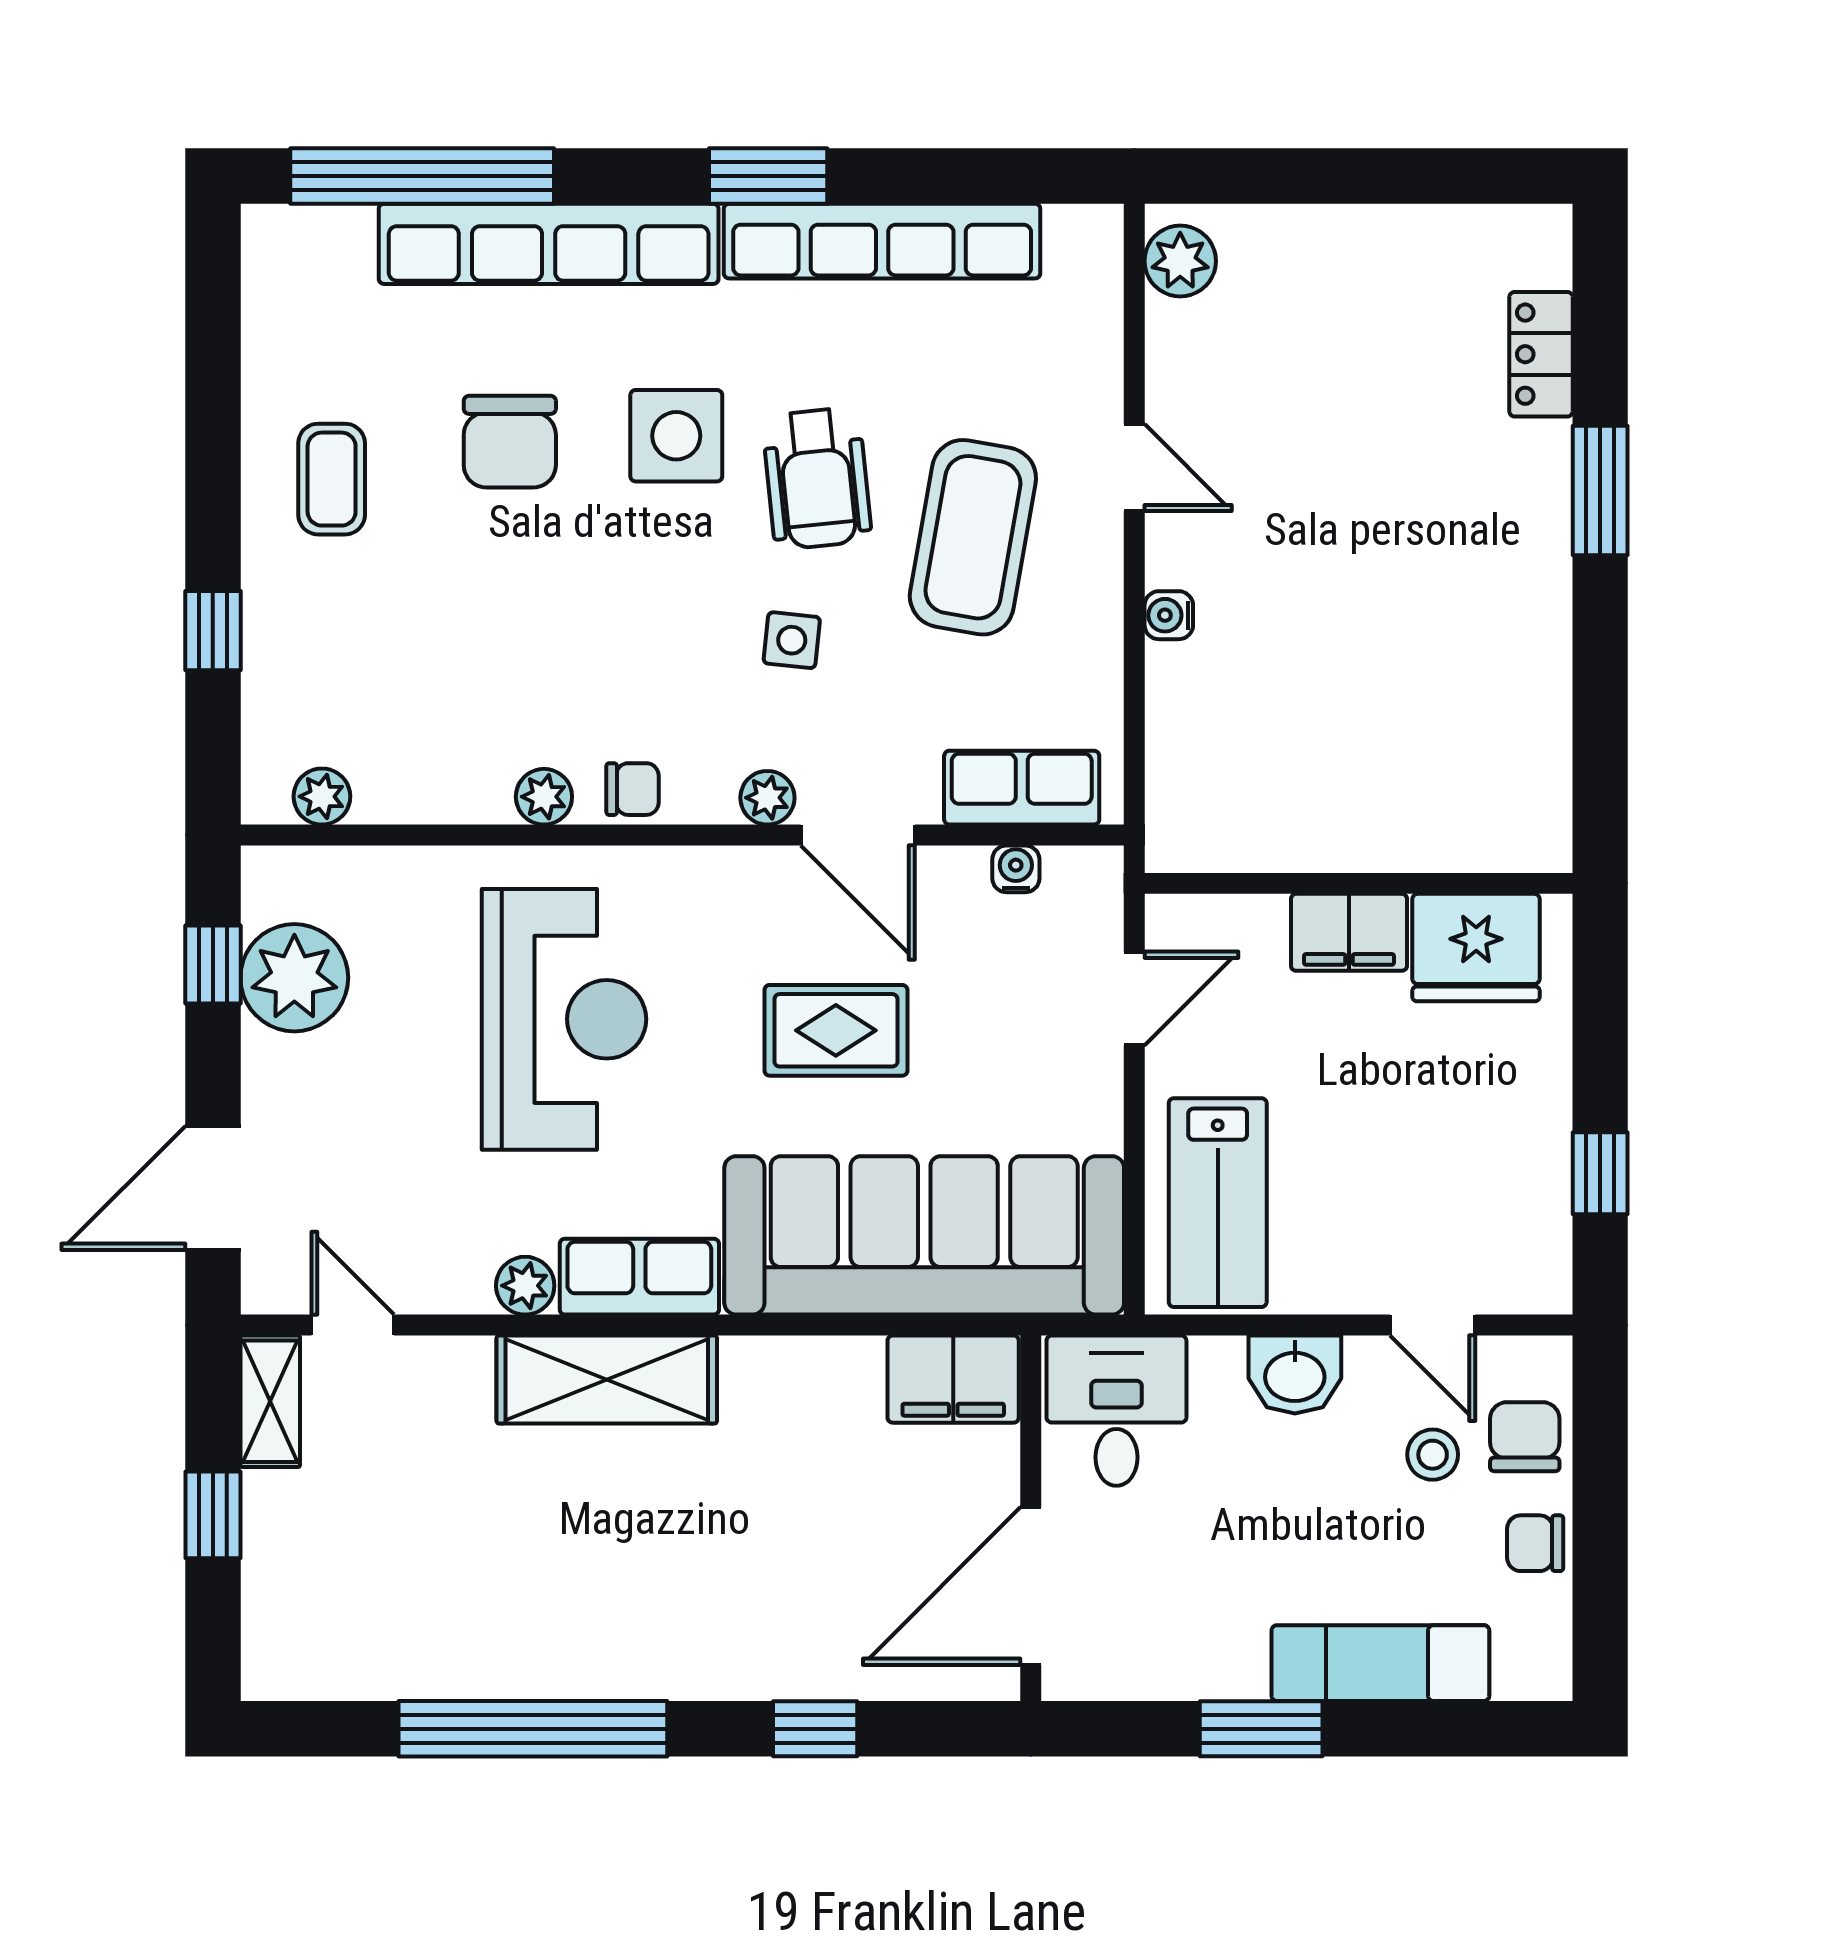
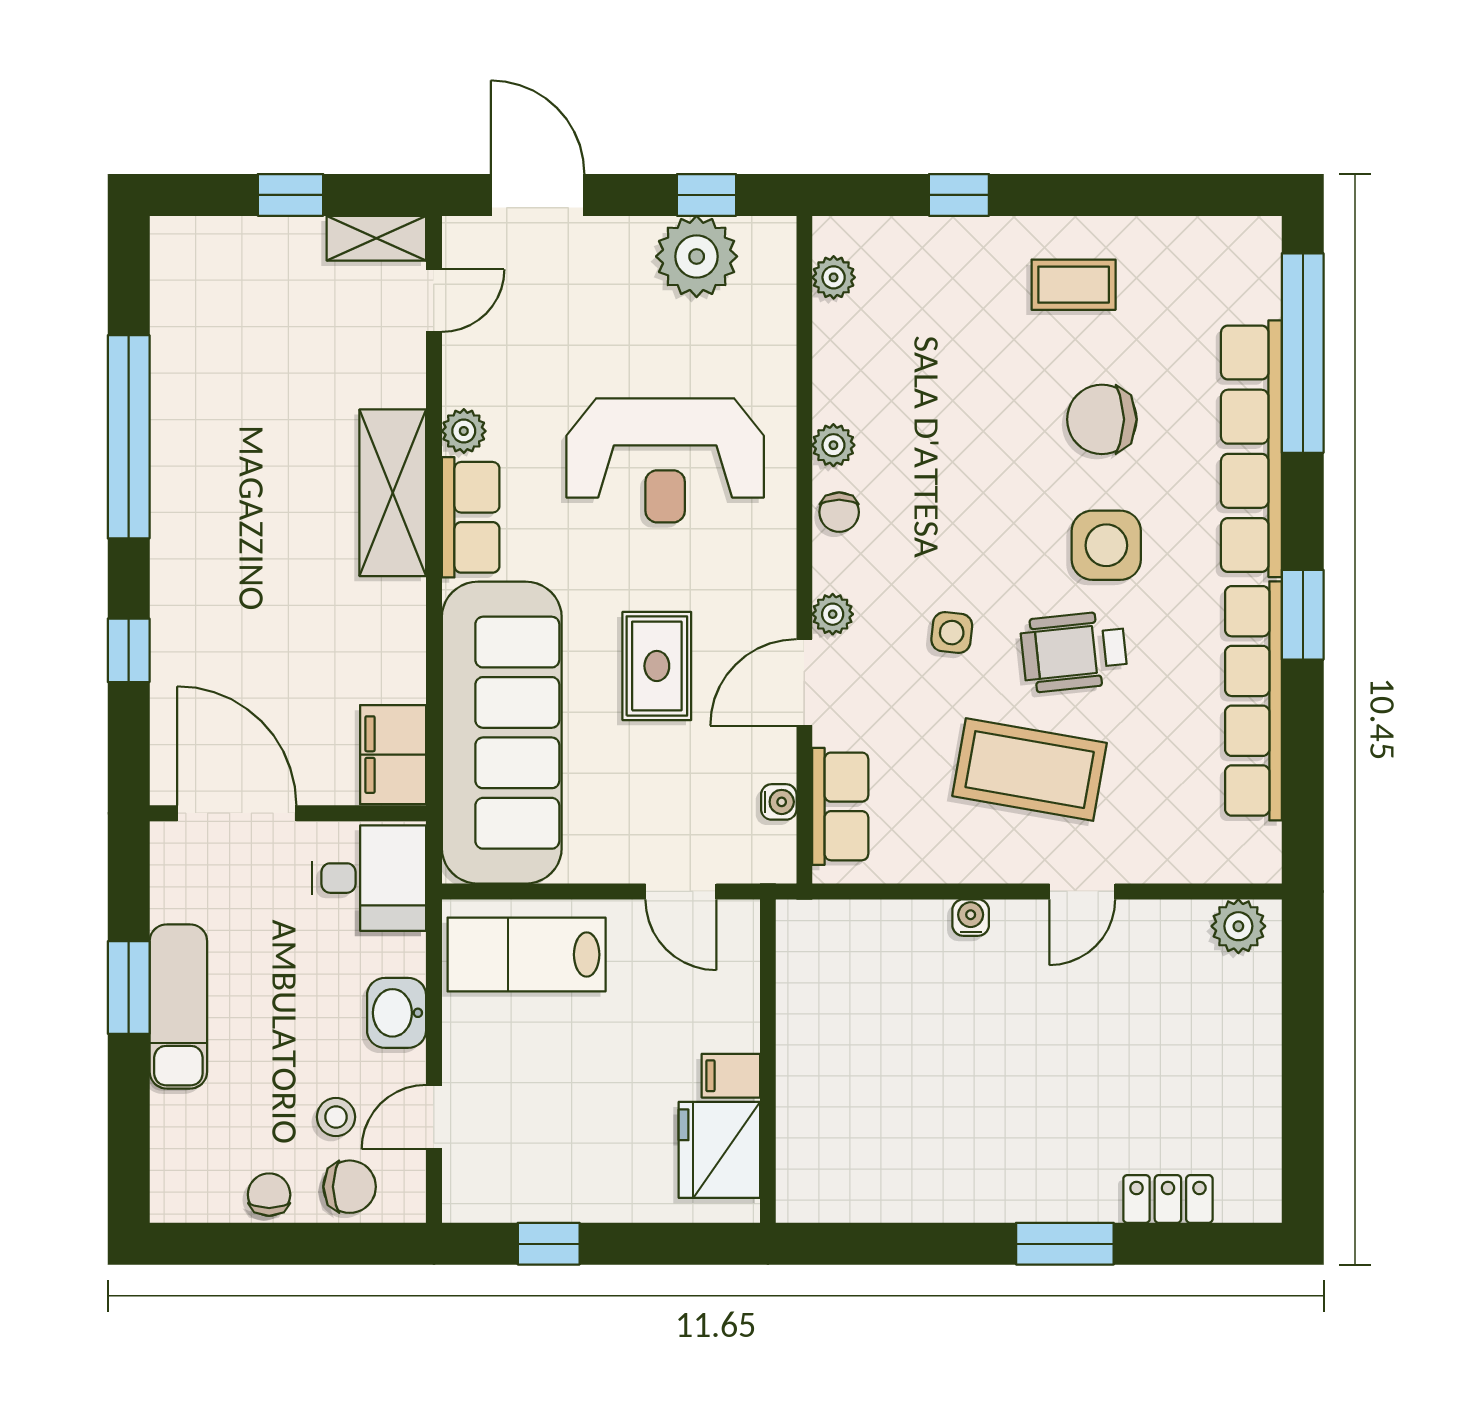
filing cabinet: (1349, 932) -> (731, 1076), width x0.50
exam couch: (1380, 1663) -> (178, 1006), moved

